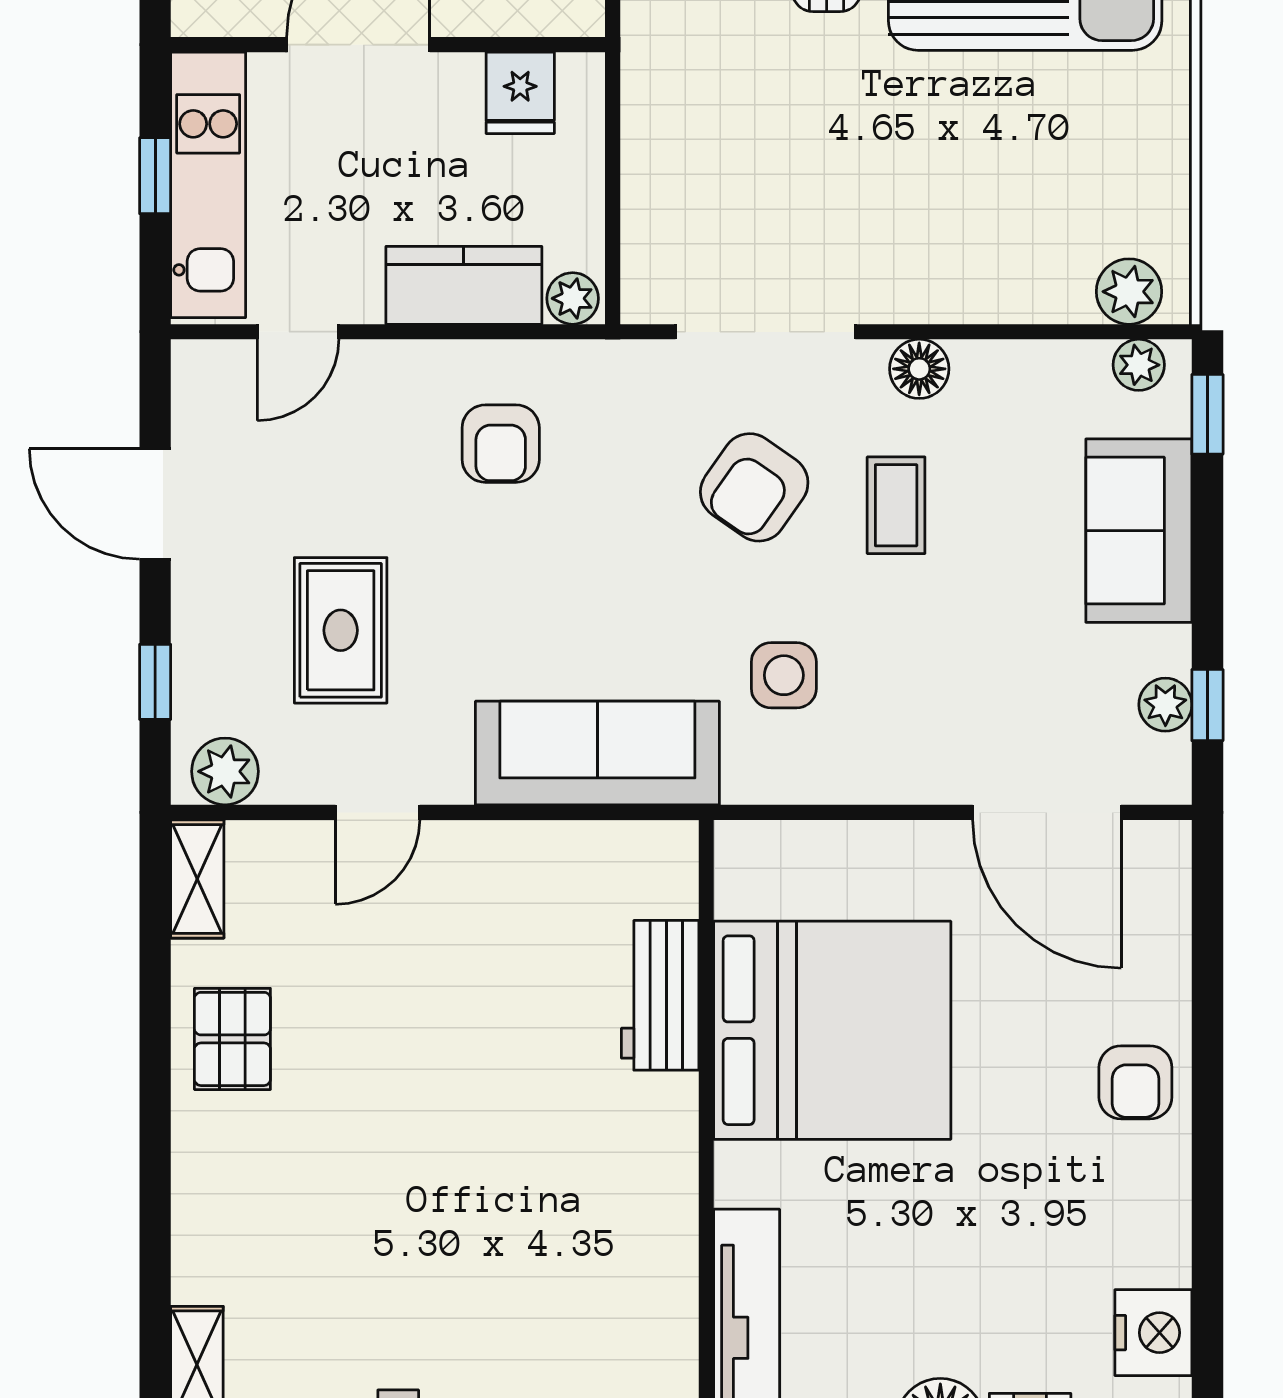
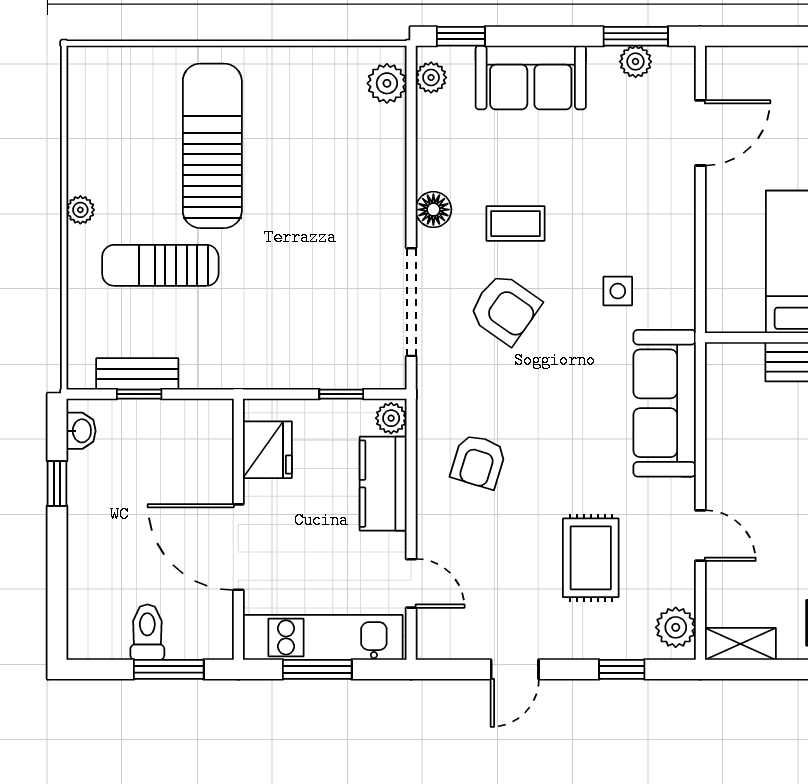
fridge: (520, 93) -> (267, 450), width x1.38
window: (155, 176) -> (317, 669), width x1.50
window: (613, 216) -> (341, 394), added
armchair: (501, 444) -> (478, 461), turned 107
door: (155, 504) -> (515, 669), width x0.73
rug: (341, 630) -> (591, 558), turned 90
side table: (784, 675) -> (618, 291), width x0.73, depth x0.73
window: (1207, 705) -> (636, 36), width x1.50
door: (1047, 812) -> (700, 133), width x0.73

